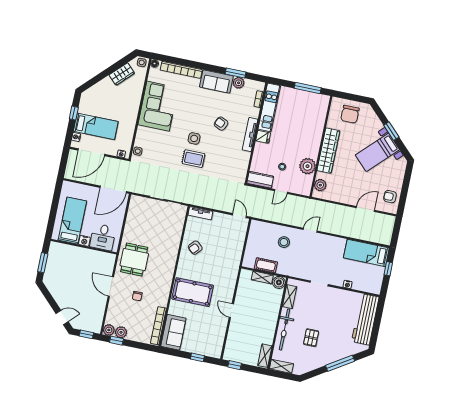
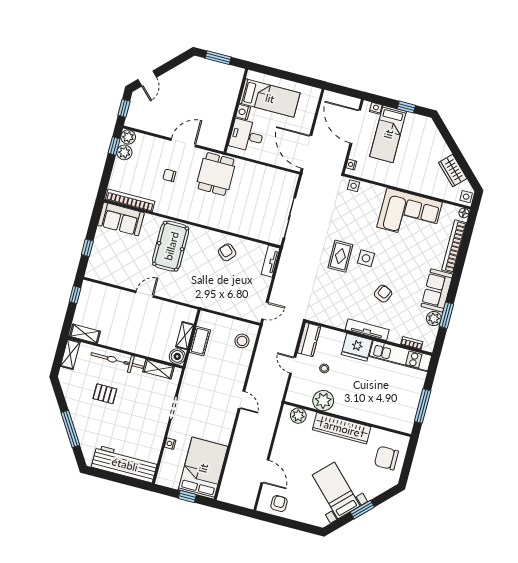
fridge: (263, 137) -> (357, 347), width x1.88, depth x1.34
stool: (284, 242) -> (242, 341), moved
bed: (366, 253) -> (203, 468), width x1.50
dining table: (134, 260) -> (216, 174), turned 90

